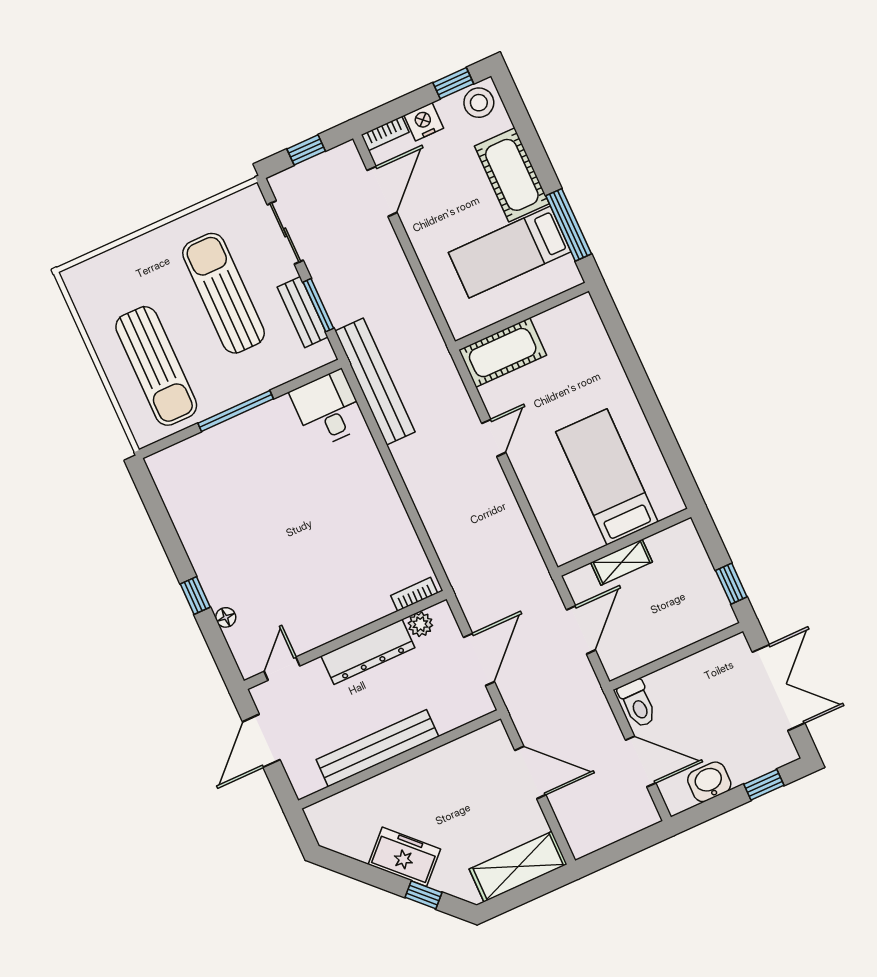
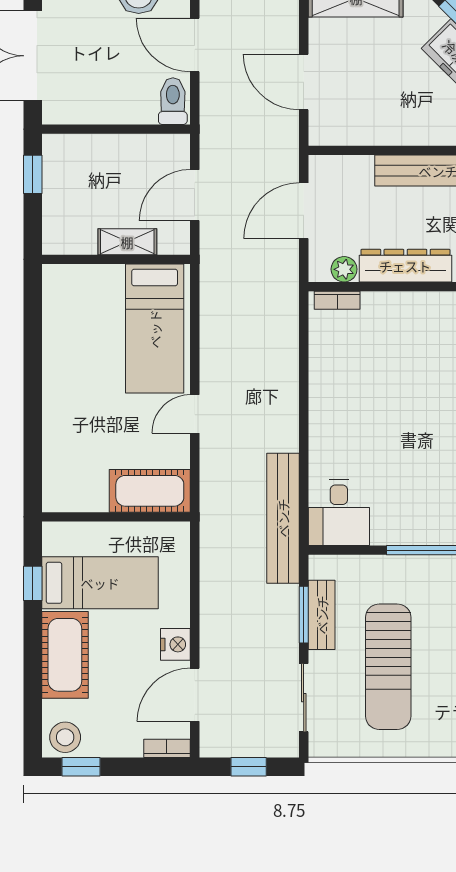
nightstand: (424, 122) -> (175, 644), moved, turned -90
window: (569, 225) -> (33, 583), width x0.46
bed: (607, 477) -> (155, 329), moved

